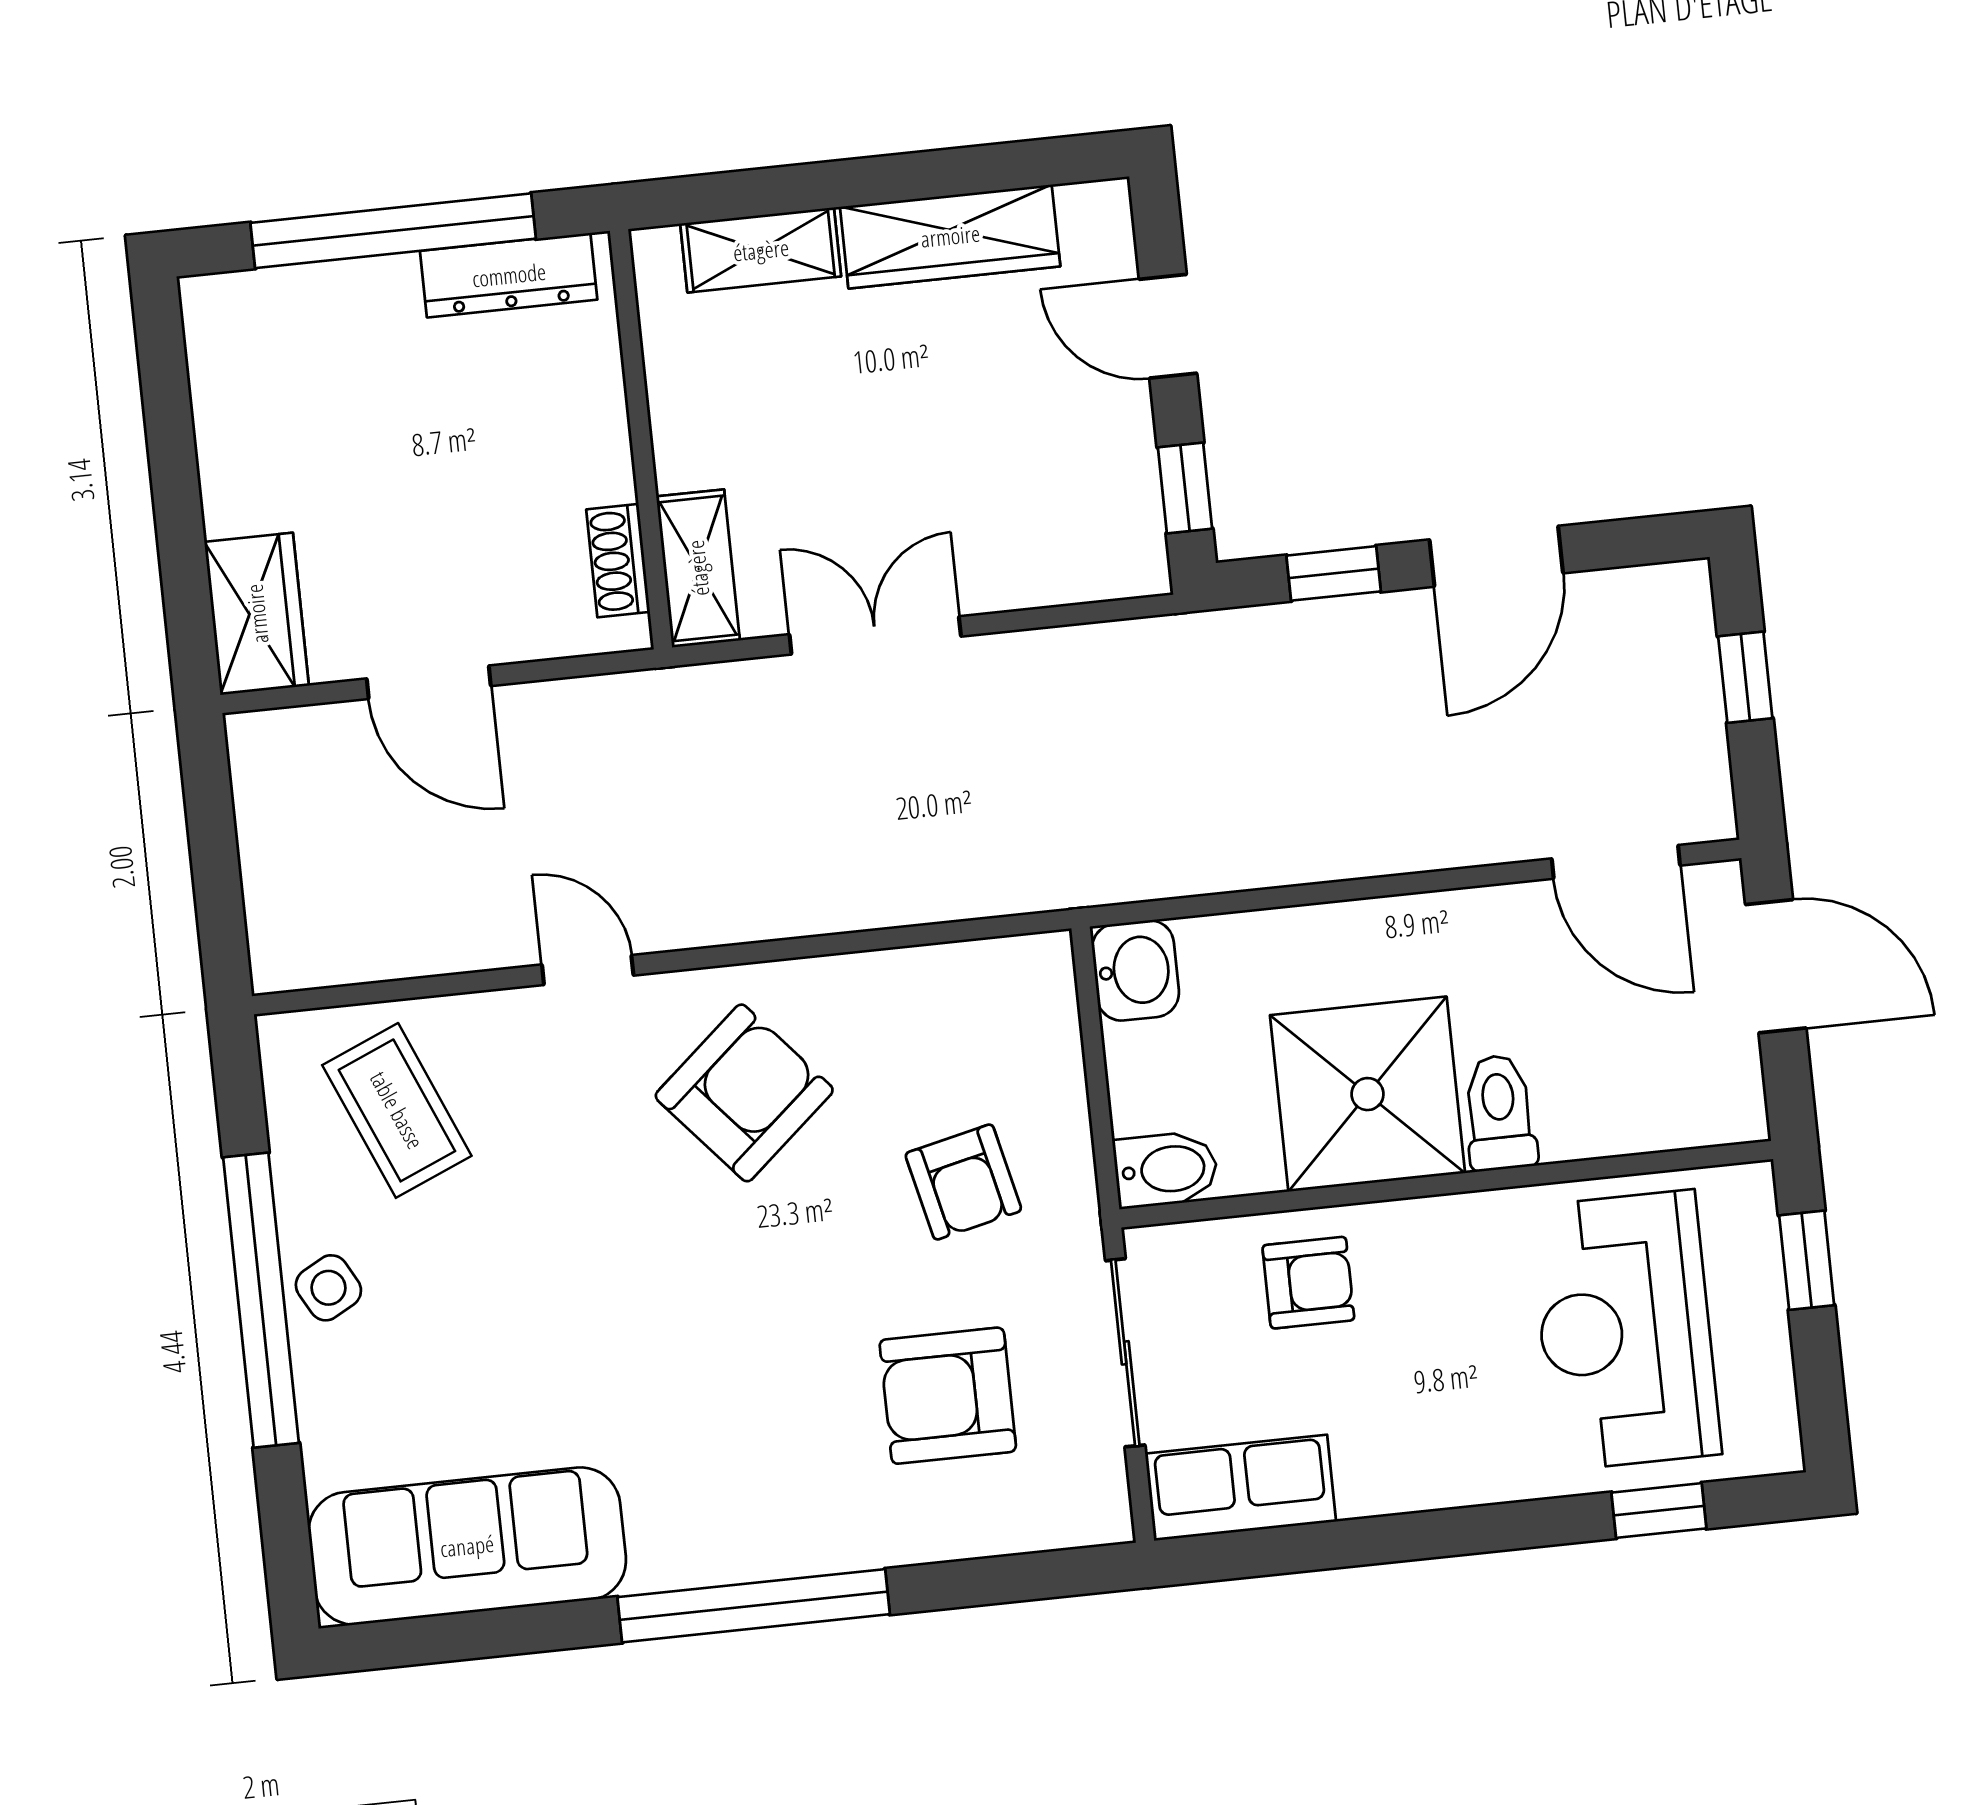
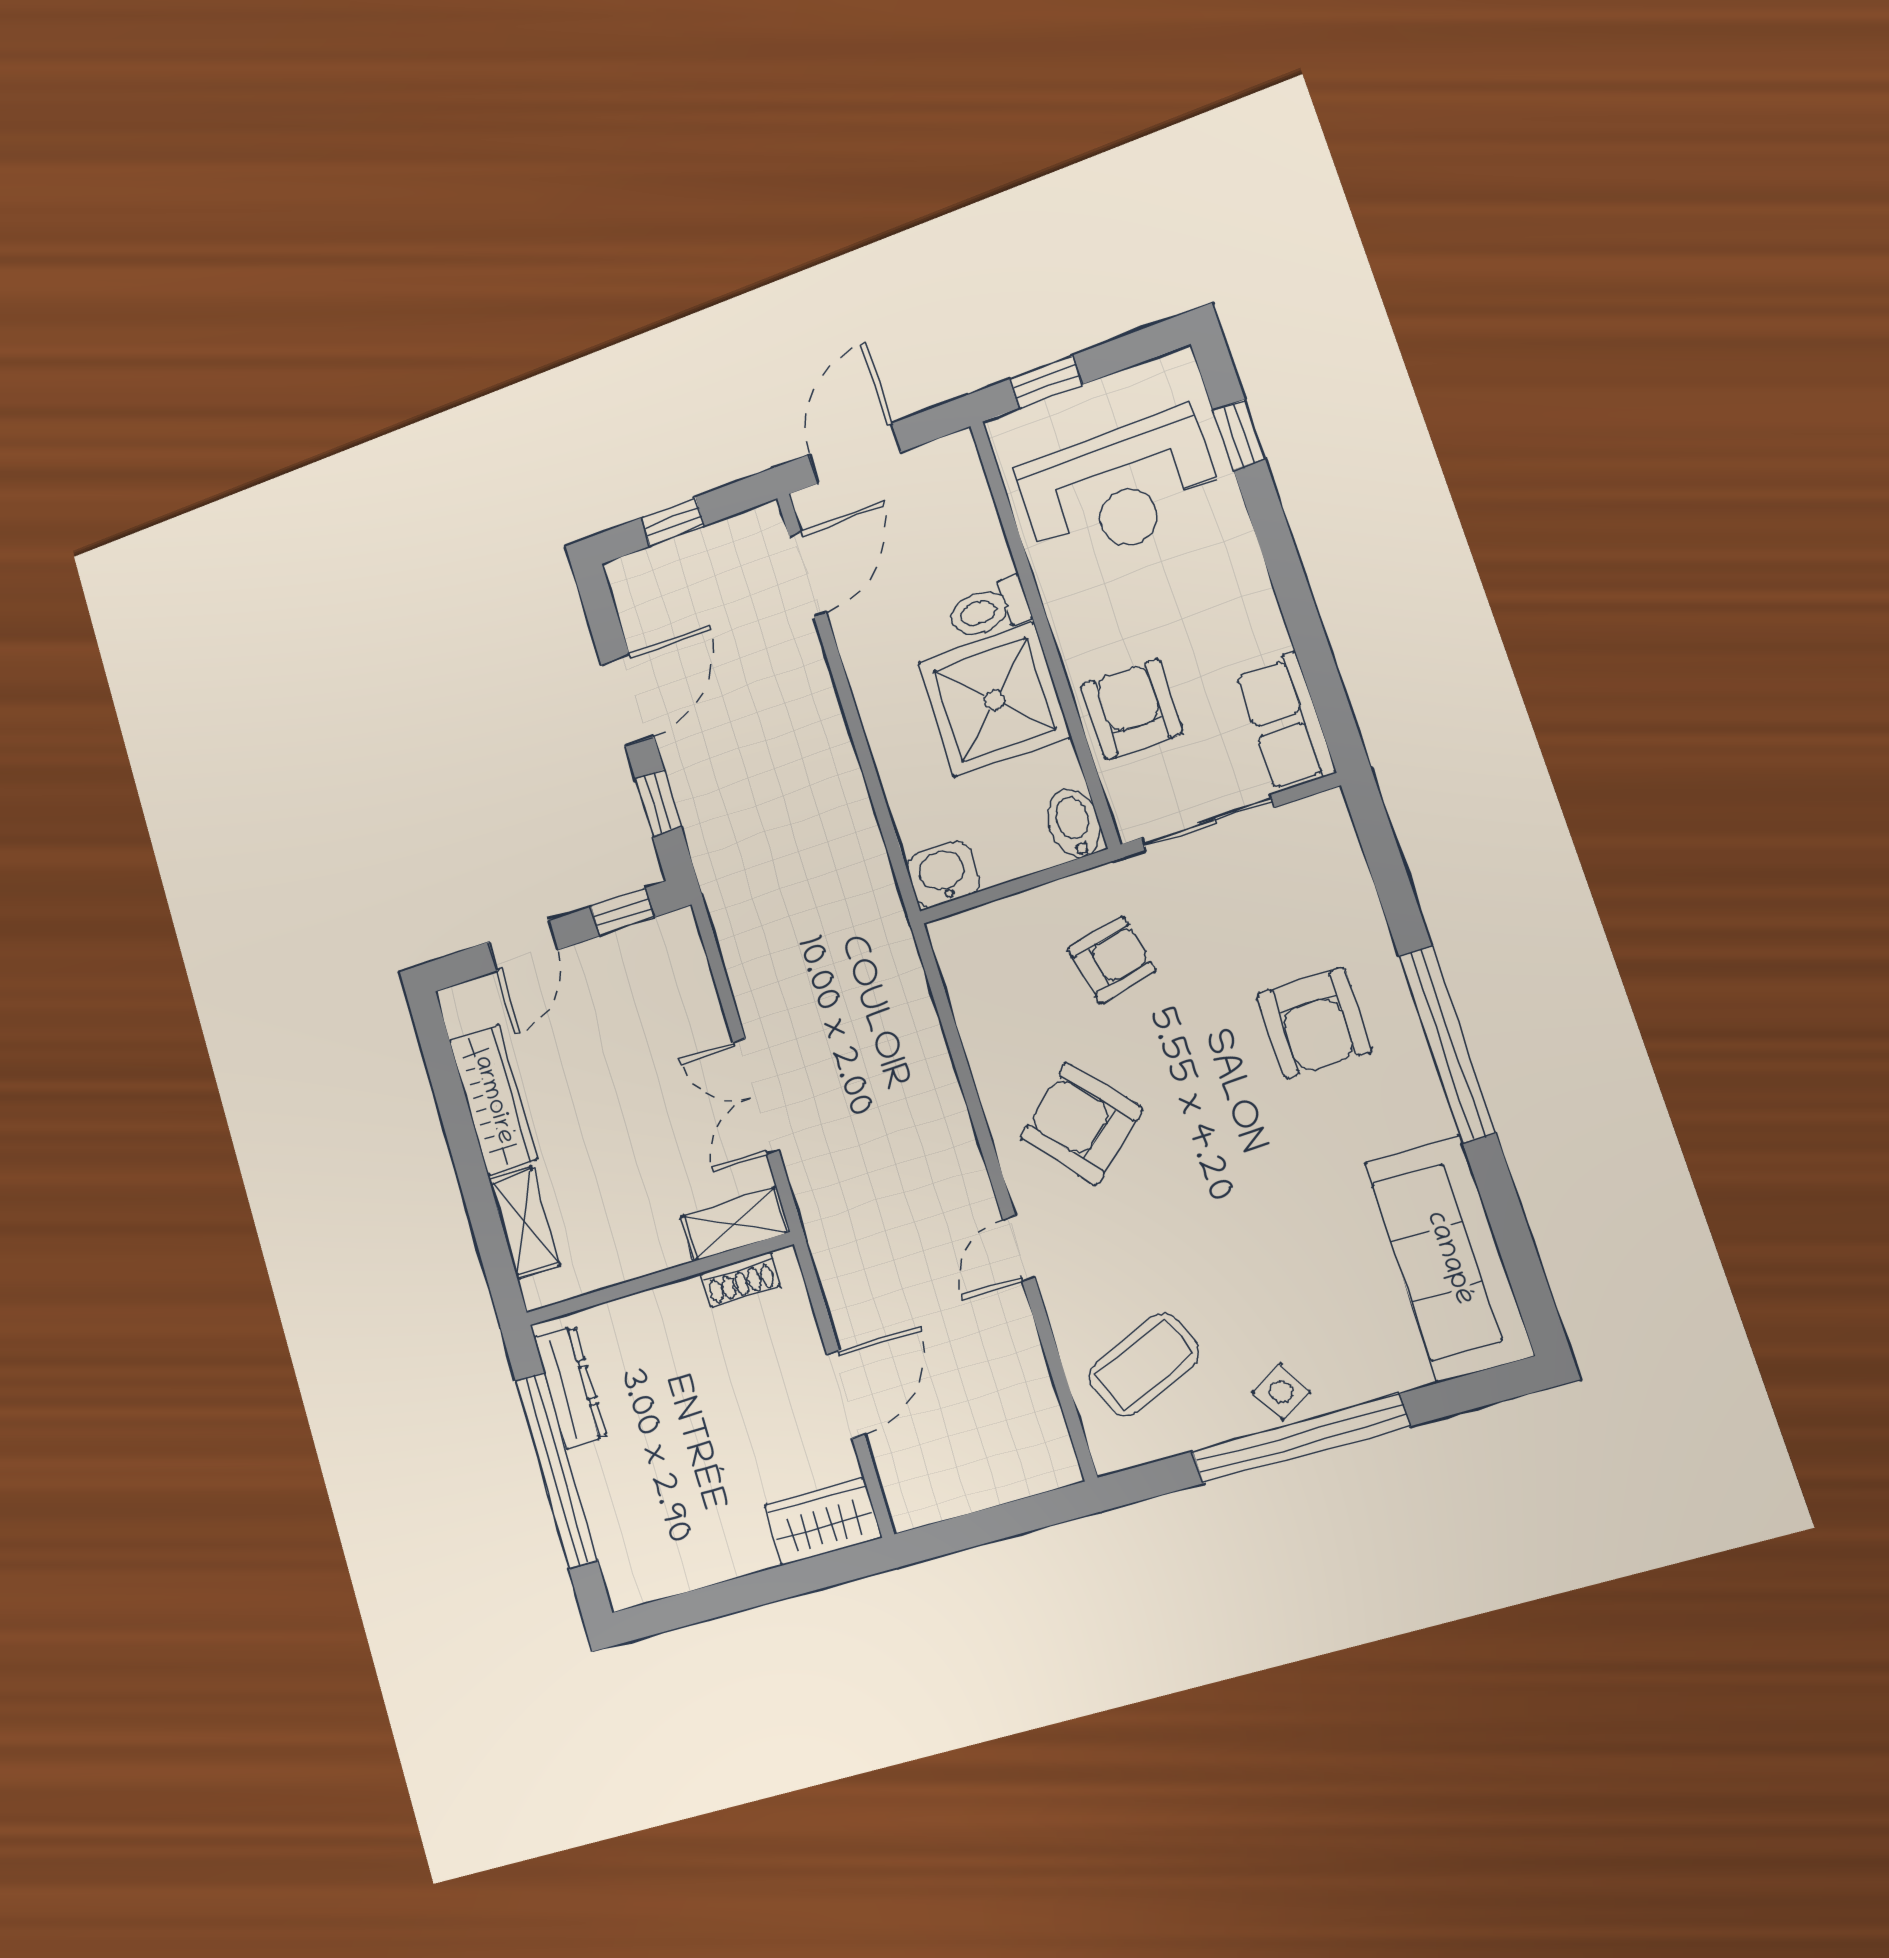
door: (1496, 556) -> (627, 700), hinge flipped
armchair: (1308, 1283) -> (1132, 709), width x1.38, depth x1.38
armchair: (948, 1396) -> (1314, 1023), moved

